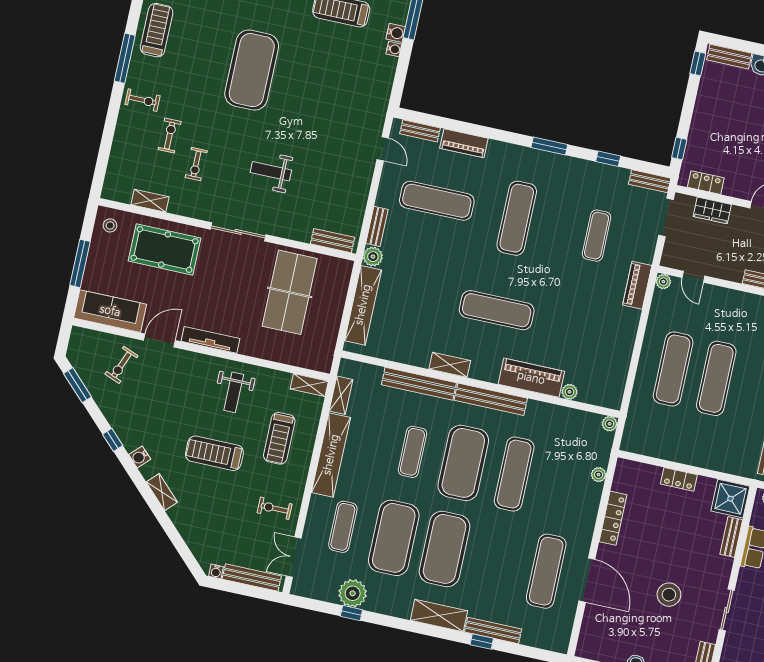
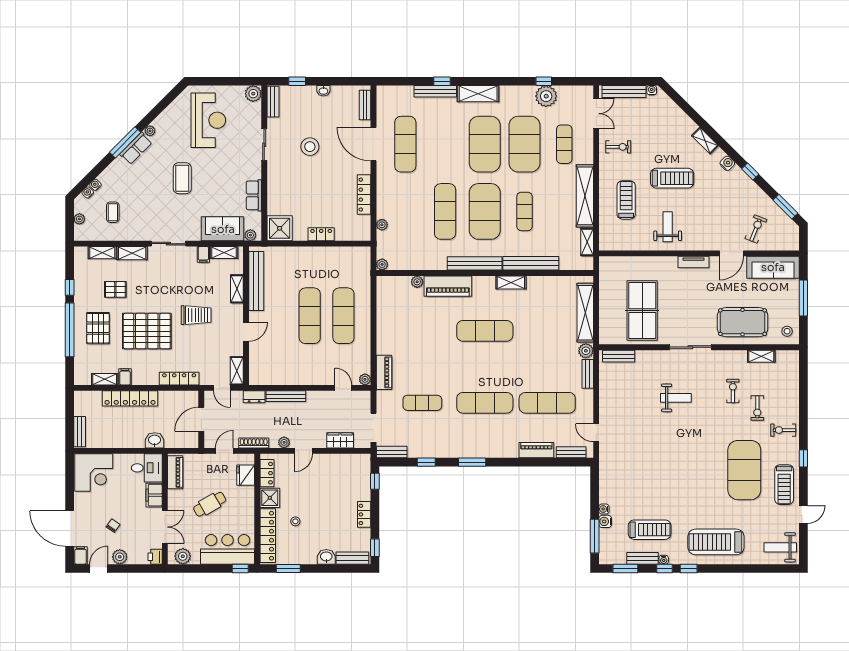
window: (125, 58) -> (803, 458), width x0.46
exercise mat: (252, 70) -> (744, 470), moved
locker: (706, 183) -> (364, 514), moved, turned 90
exercise mat: (517, 218) -> (485, 403), turned 90
exercise mat: (597, 236) -> (422, 403), turned 90
tv unit: (210, 340) -> (693, 262), width x0.71
shelving: (309, 385) -> (612, 245), removed
bench: (731, 537) -> (365, 105), moved

